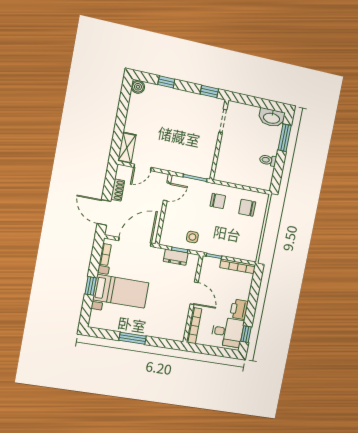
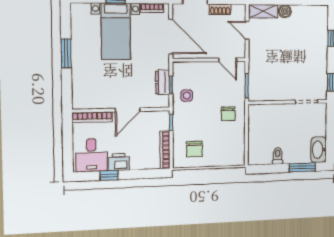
boiler: (138, 87) -> (285, 11), moved
chair: (247, 208) -> (194, 149), moved, turned 180
window: (246, 334) -> (109, 175), moved

